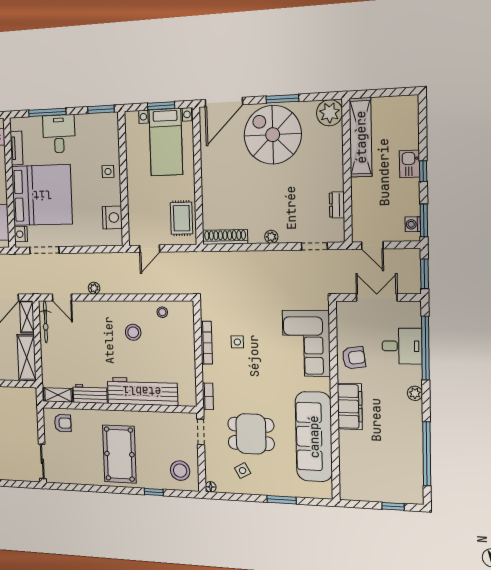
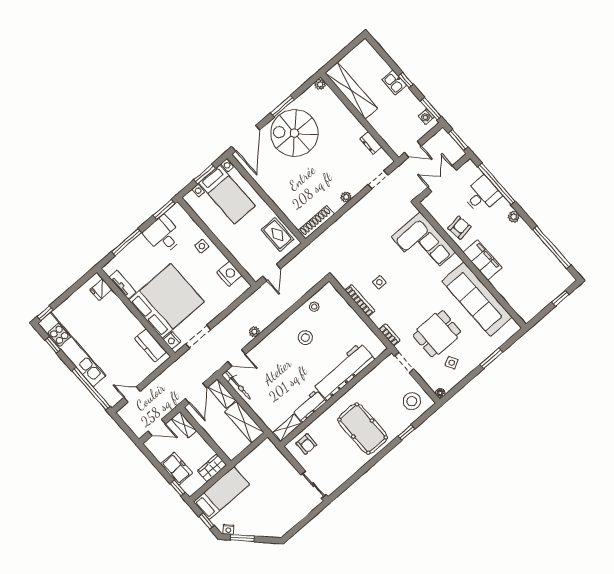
plant: (330, 113) -> (320, 84), width x0.53, depth x0.53
desk: (59, 134) -> (163, 235), moved
armchair: (63, 423) -> (306, 444), turned 90

